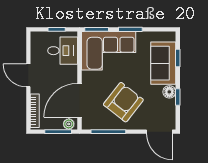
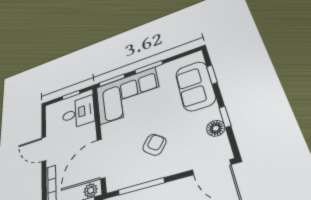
floor lamp: (169, 92) -> (216, 128), moved
armchair: (123, 102) -> (154, 145), width x0.53, depth x0.53

